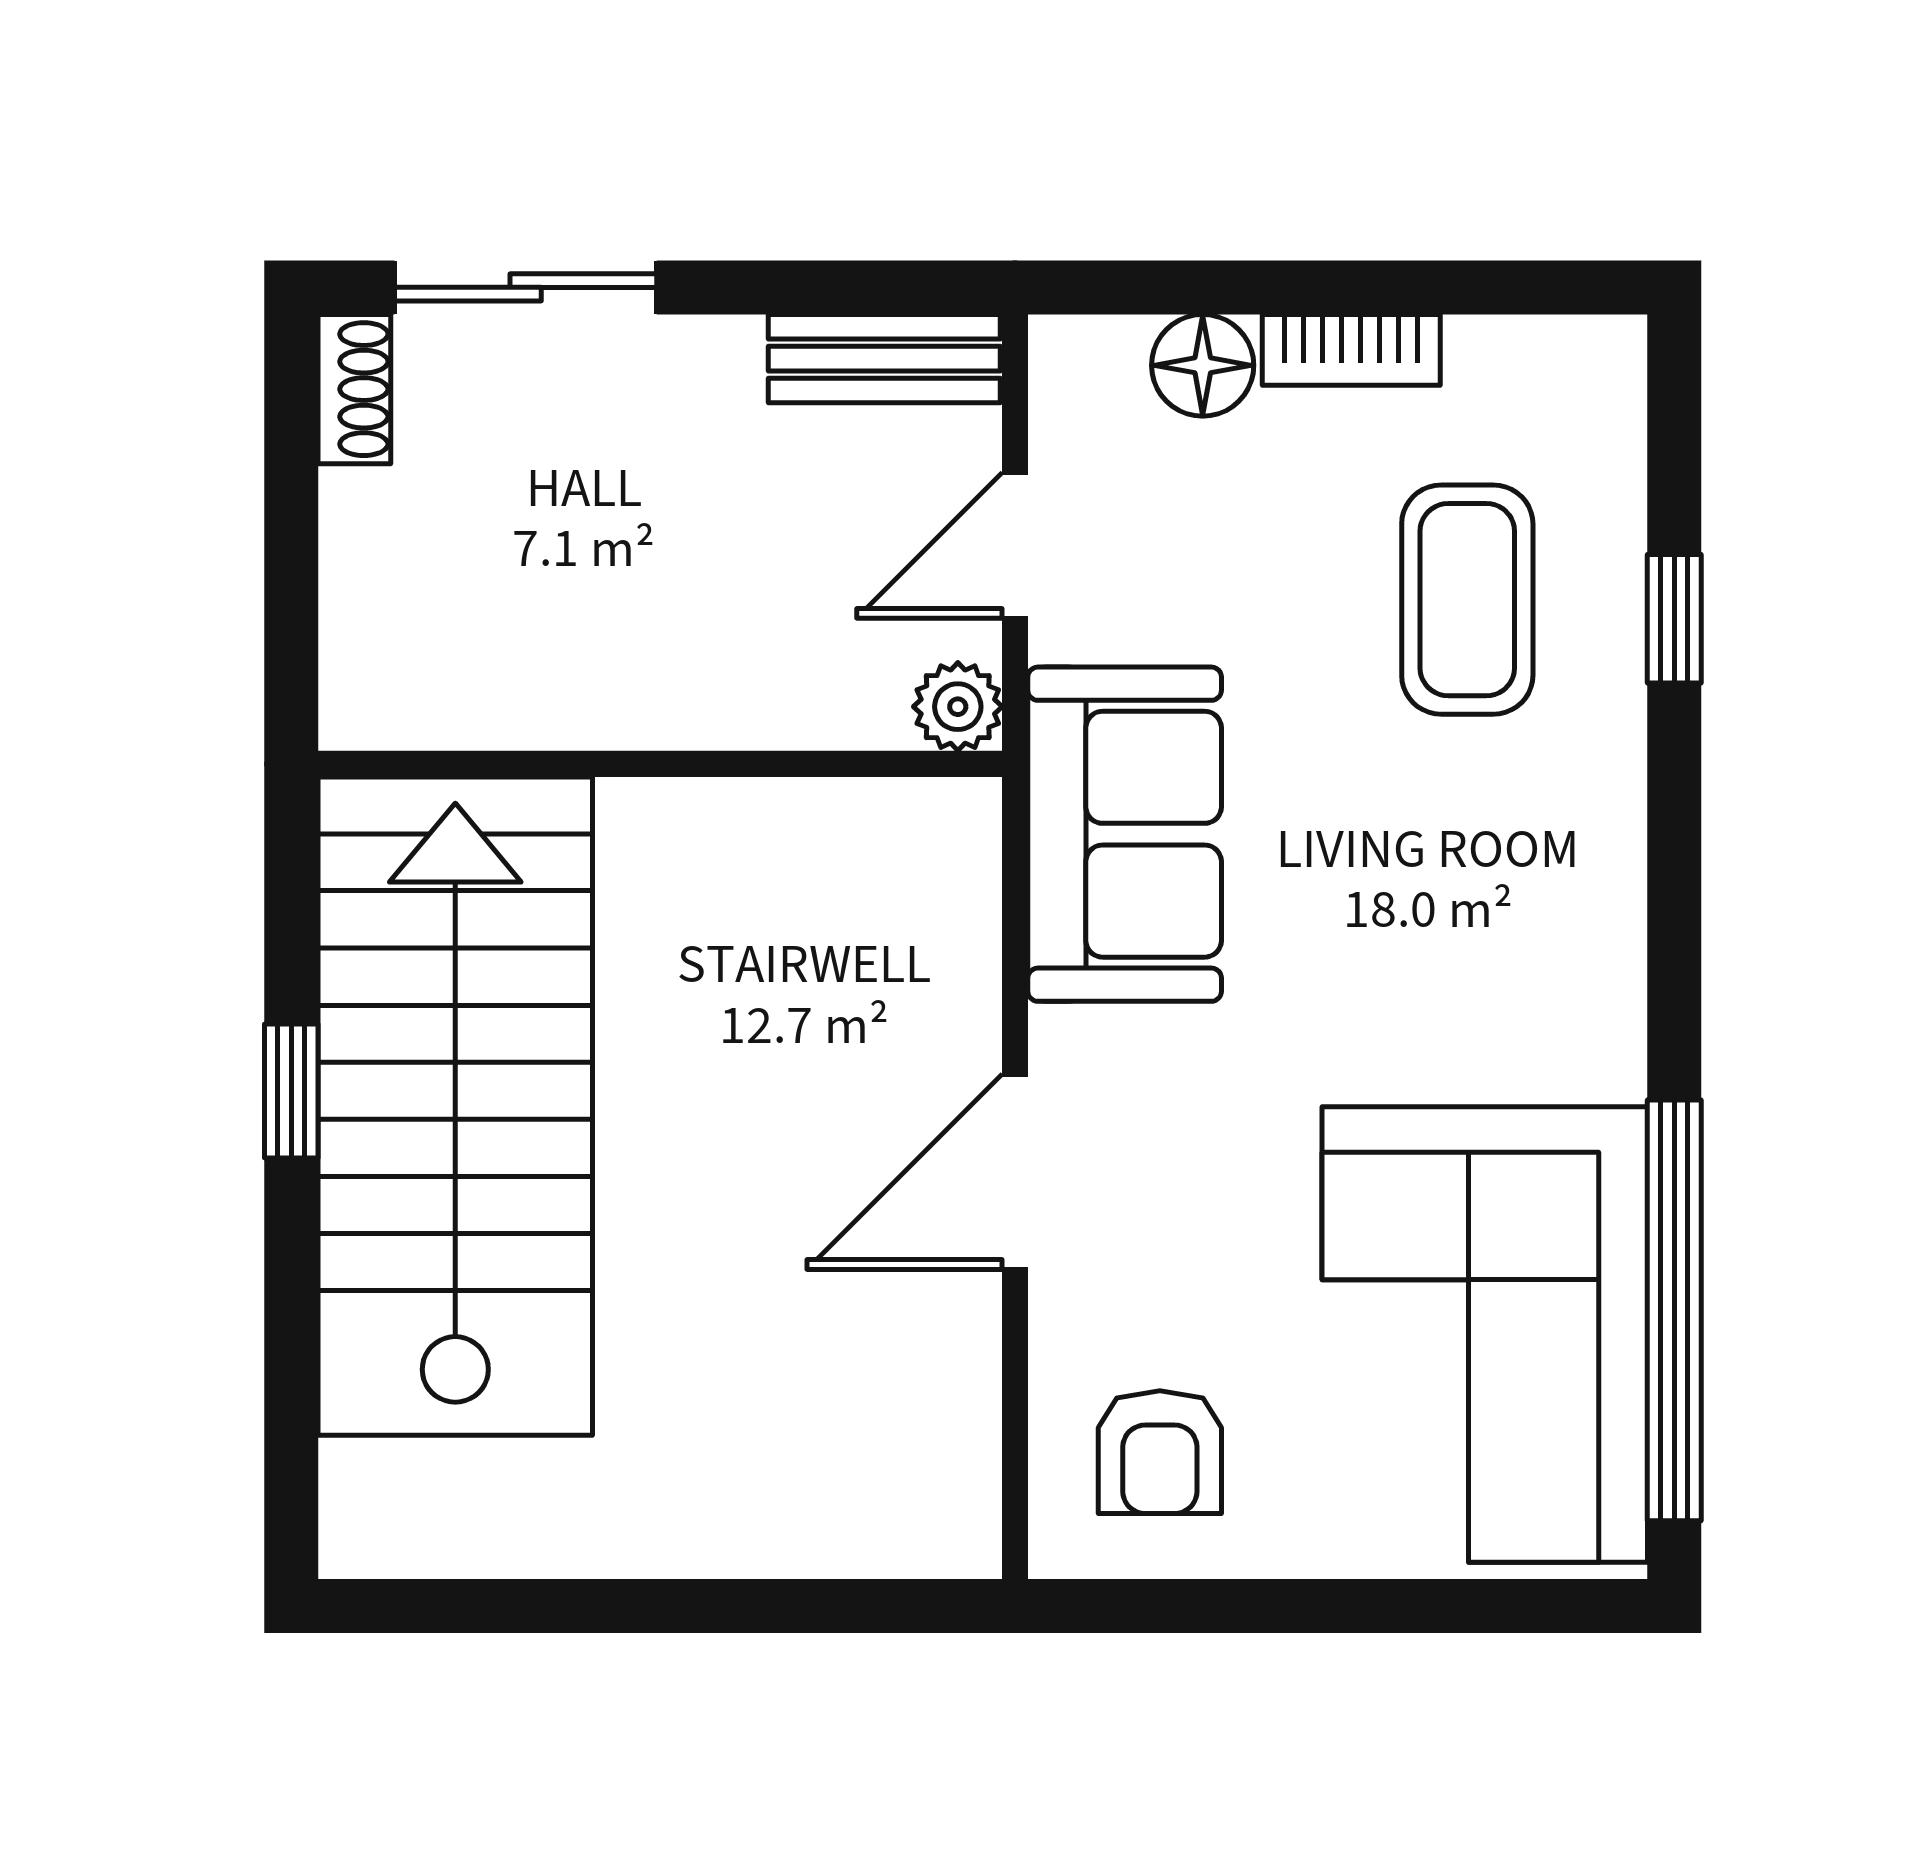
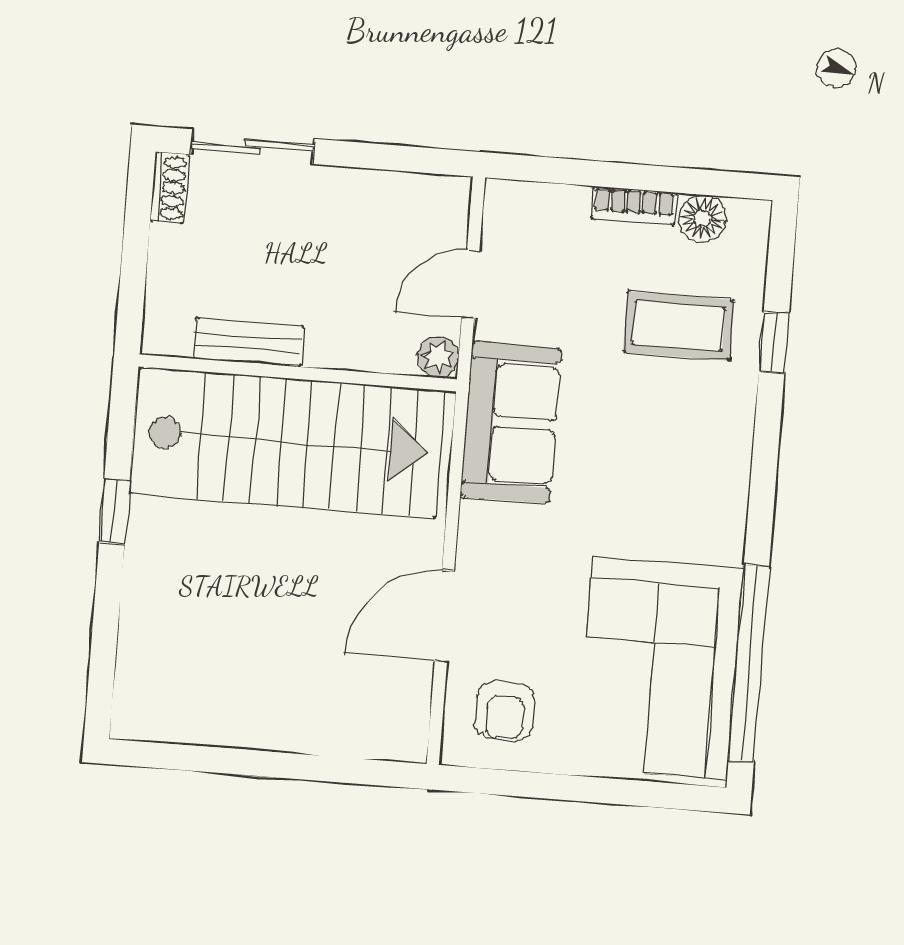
bench: (884, 359) -> (248, 342), moved
floor lamp: (1203, 365) -> (702, 218), moved
coffee table: (1467, 600) -> (679, 326), turned 90
stairs: (455, 1106) -> (287, 442), moved, turned 90
door: (1015, 1172) -> (444, 616), moved

